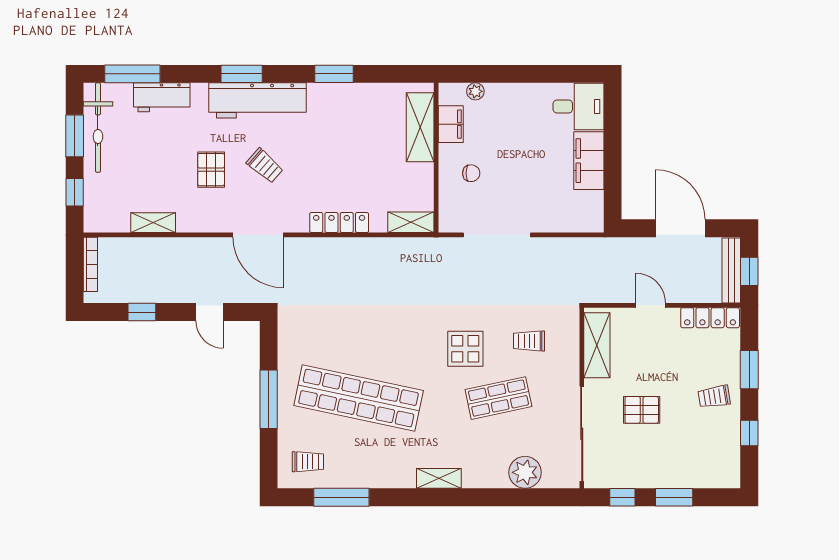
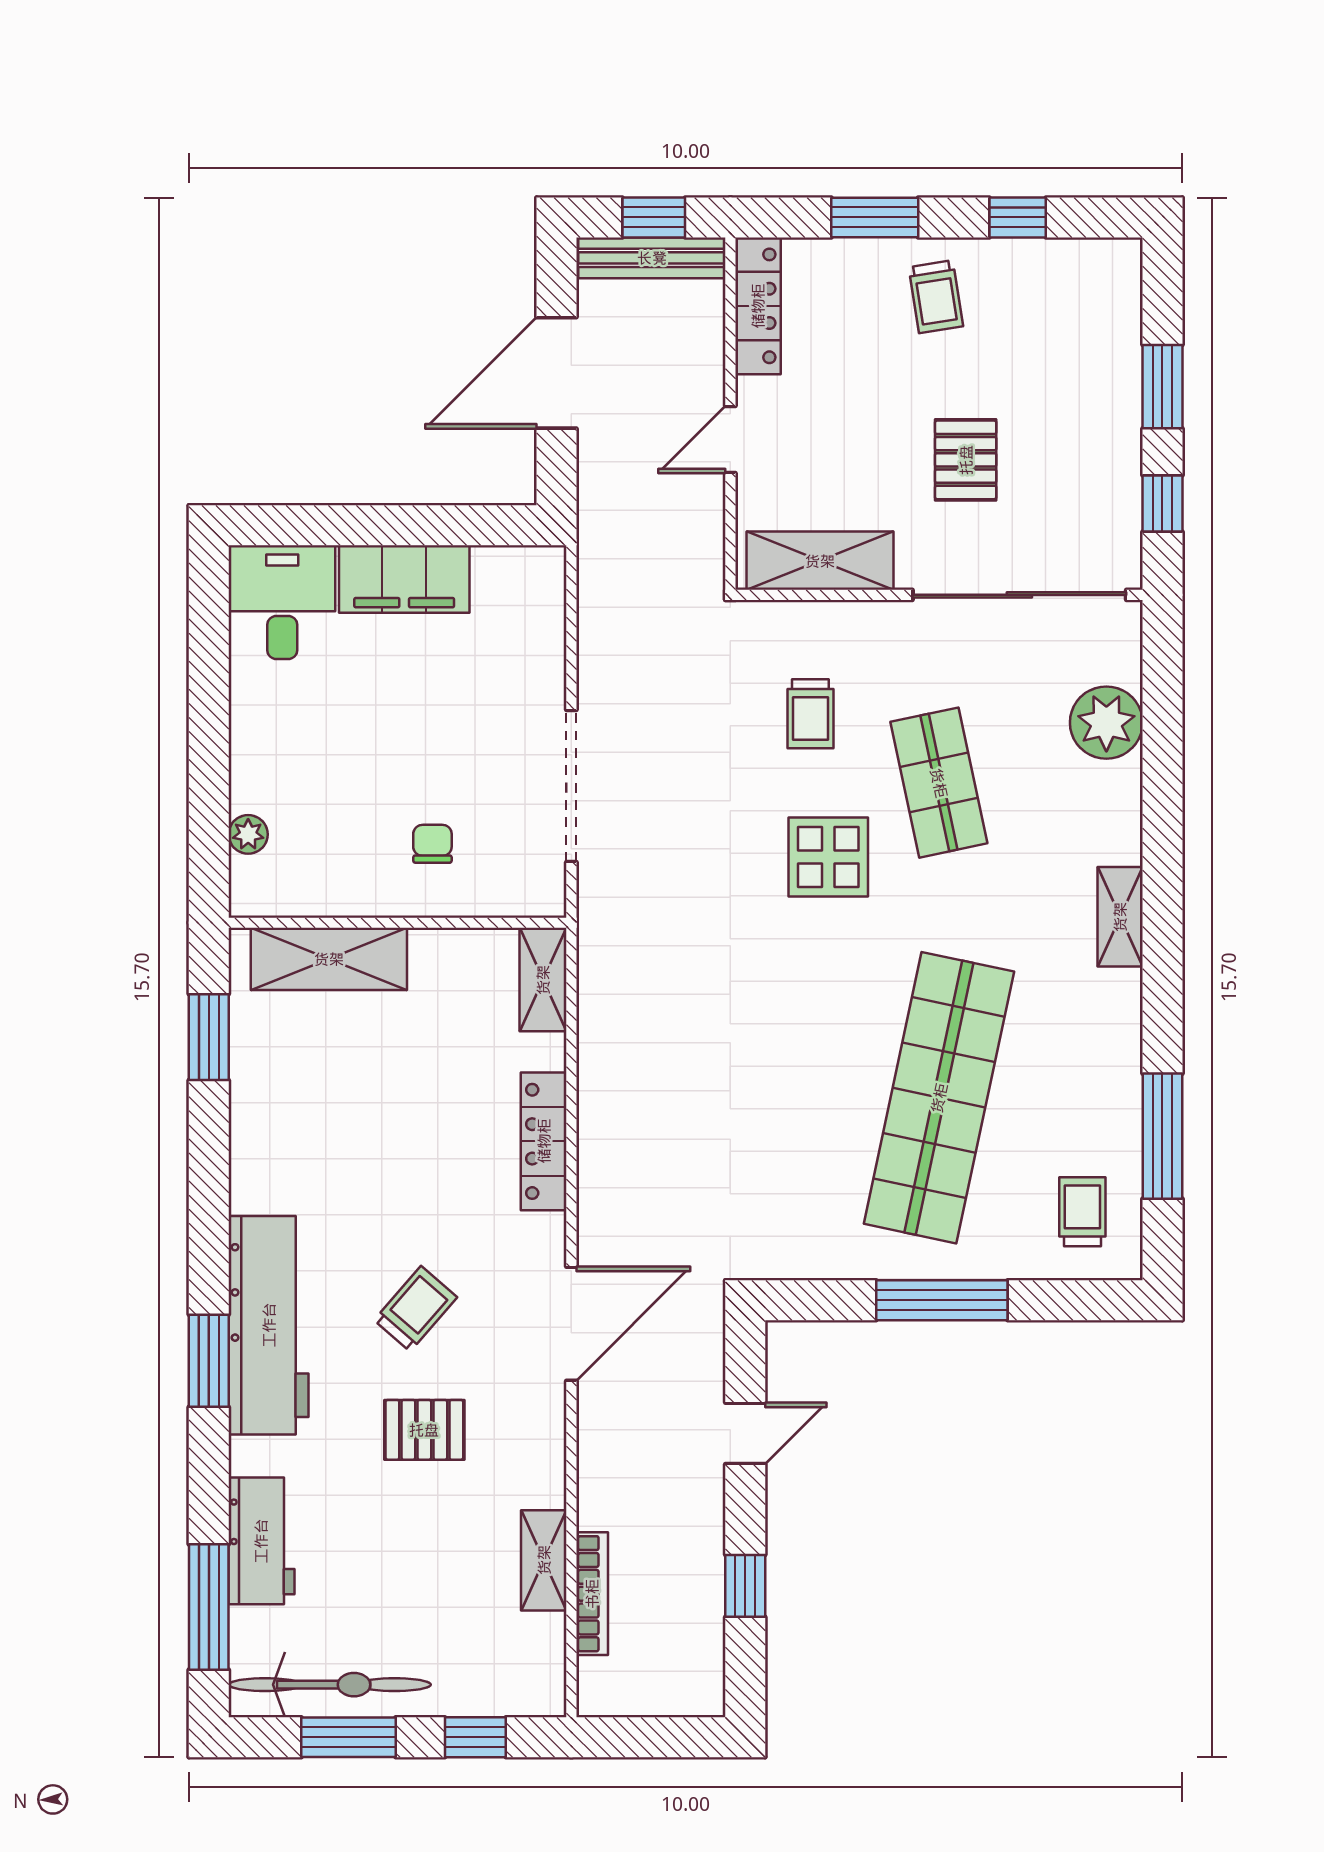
window: (334, 74) -> (209, 1037), moved
filing cabinet: (451, 124) -> (322, 890), removed
bookcase: (90, 264) -> (592, 1594), moved, turned 90

